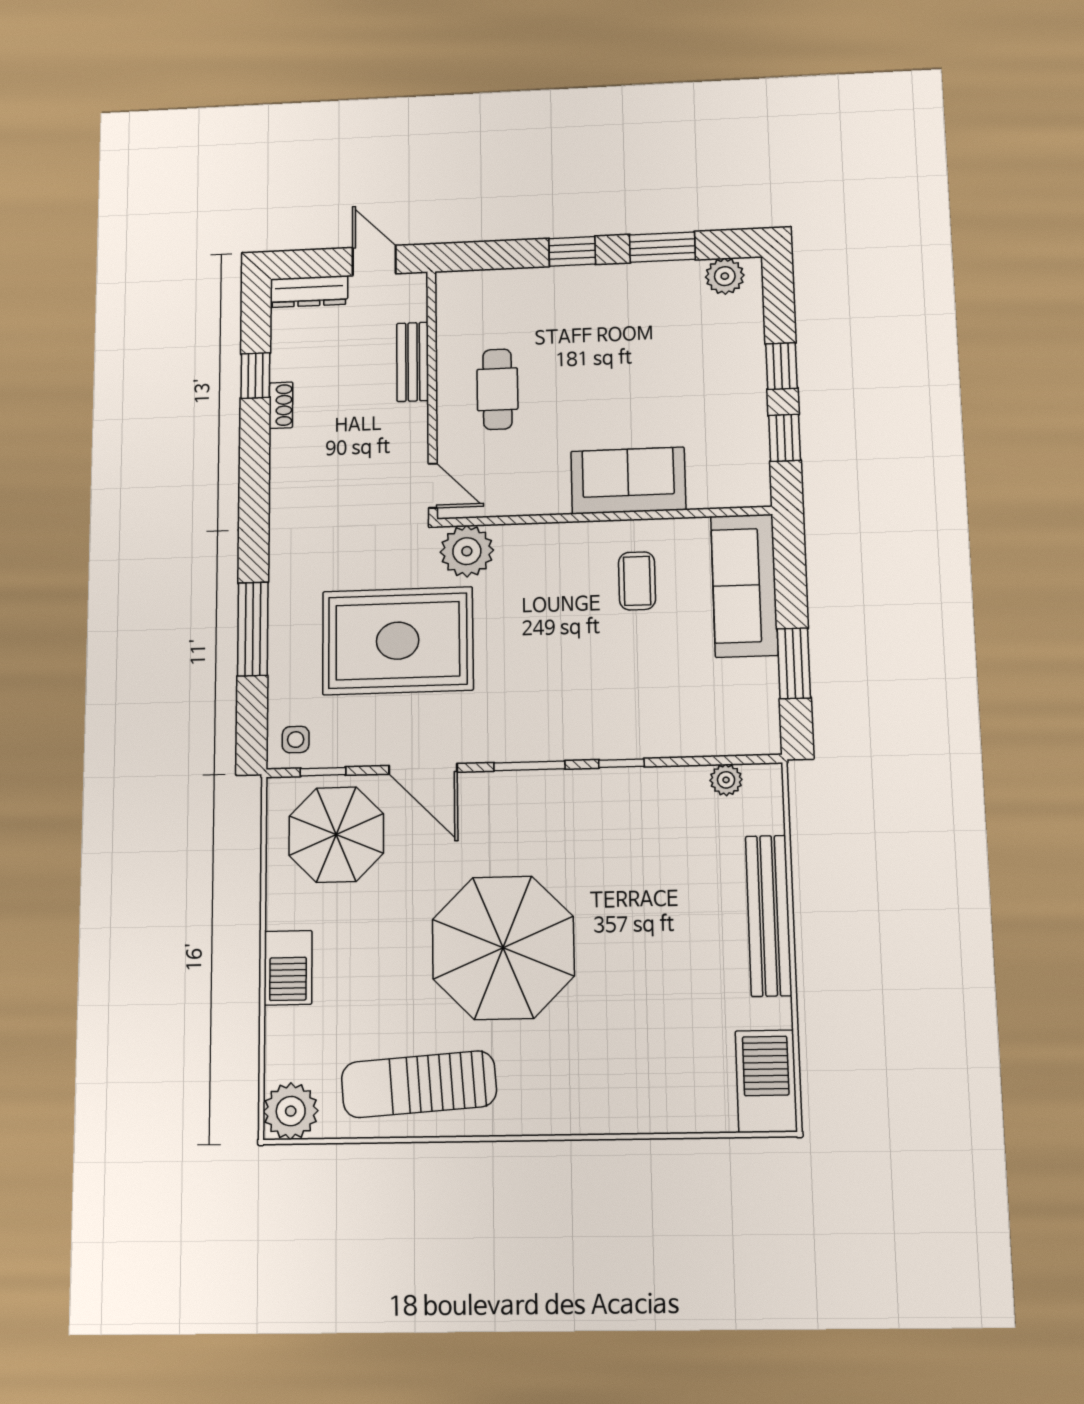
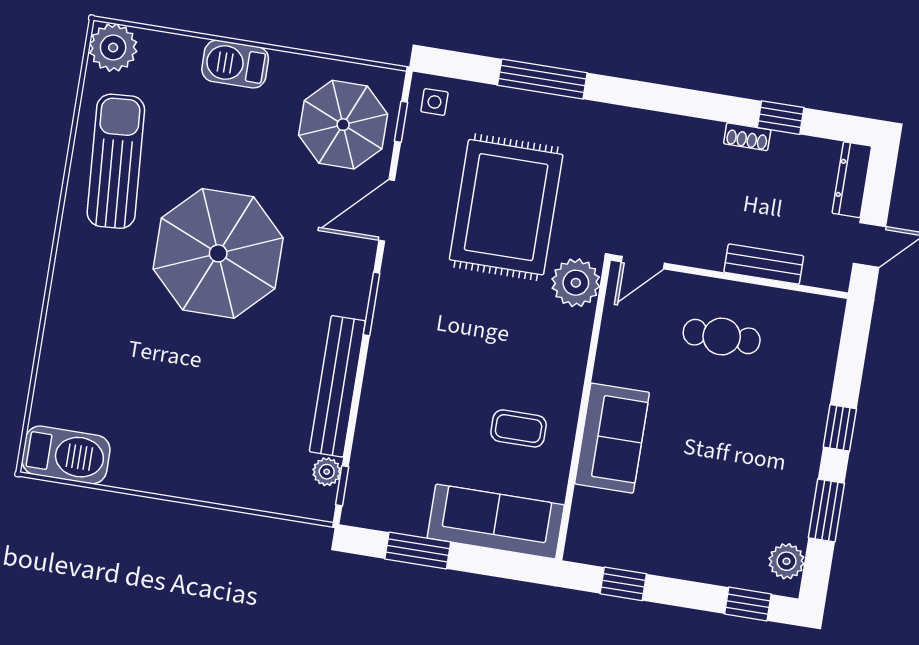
window: (782, 366) -> (748, 604), moved
window: (621, 763) -> (342, 486), moved
bench: (769, 915) -> (337, 386), moved, turned 90

